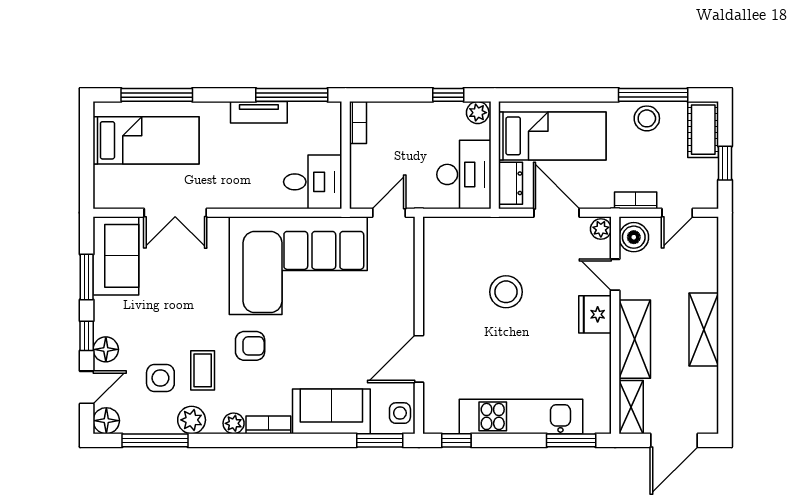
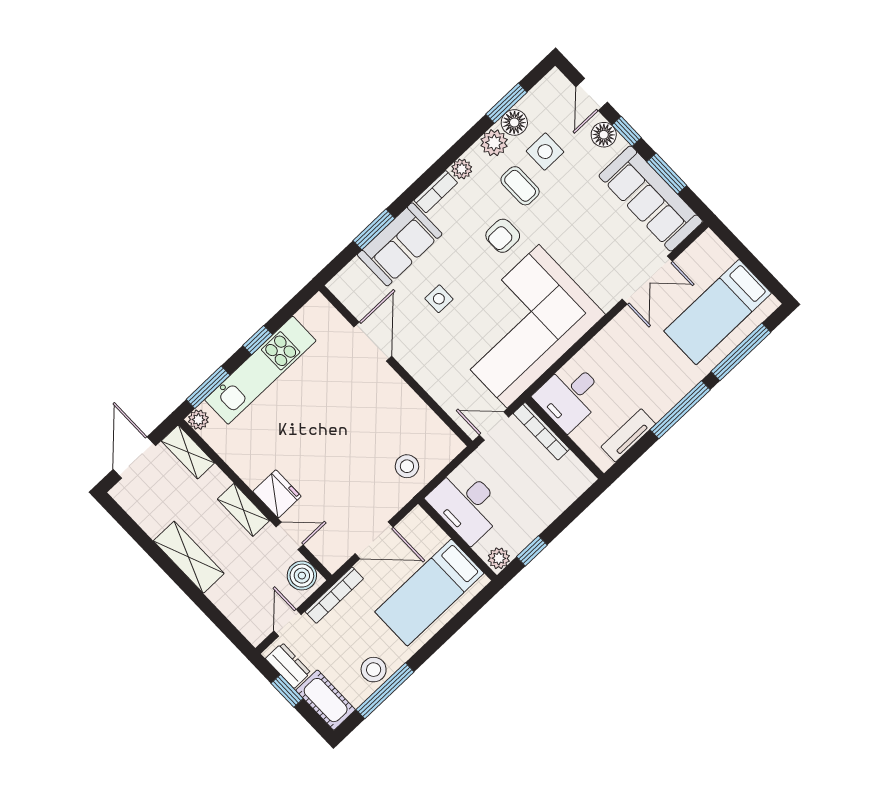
window: (292, 95) -> (680, 410), moved
tv unit: (259, 112) -> (628, 435), moved
bookcase: (358, 123) -> (541, 431), moved, width x1.56
dresser: (511, 183) -> (288, 666), moved, turned 180
bookcase: (636, 200) -> (334, 595), width x1.56
double door: (175, 213) -> (647, 280), swing flipped
door: (389, 213) -> (494, 426), swing flipped
plant: (601, 229) -> (198, 420), moved
sofa: (116, 256) -> (651, 199), width x1.36
stool: (506, 292) -> (407, 466), moved, width x0.73, depth x0.73
shelving: (635, 339) -> (243, 510), width x0.67, depth x0.75
side table: (400, 413) -> (439, 299), moved
floor lamp: (106, 421) -> (514, 122), moved
window: (155, 440) -> (506, 103), width x0.69
window: (380, 440) -> (374, 229), moved
window: (456, 440) -> (258, 340), moved

